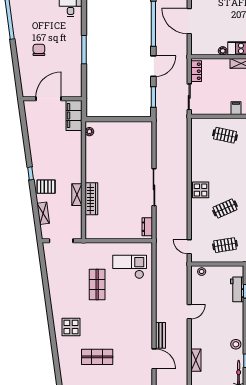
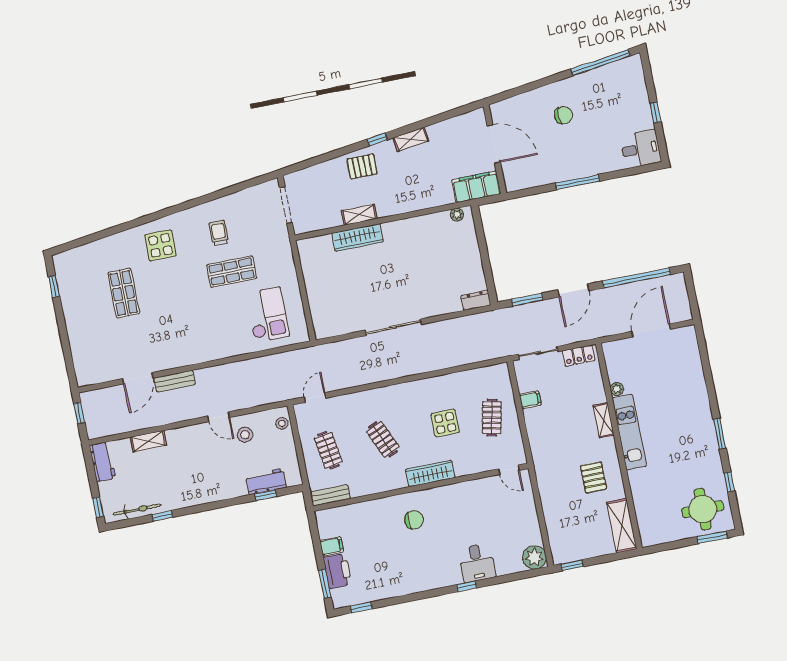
door: (153, 66) -> (573, 290), hinge flipped
filing cabinet: (236, 108) -> (530, 400), moved
pallet: (46, 187) -> (362, 166), turned 90
display table: (201, 190) -> (445, 423), moved
shelving: (43, 213) -> (411, 139), moved
dresser: (147, 227) -> (476, 300), moved
trolley: (71, 288) -> (219, 233), added
stool: (236, 344) -> (245, 435), moved

